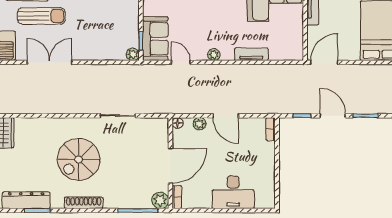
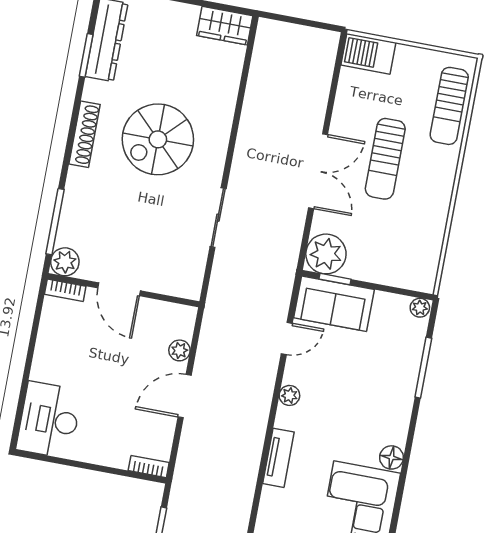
sun lounger: (41, 16) -> (385, 159), moved
plant: (133, 54) -> (326, 254), width x1.88, depth x1.88
double door: (49, 62) -> (318, 171), moved
floor lamp: (178, 123) -> (188, 315), removed
spiral stairs: (79, 159) -> (158, 139), turned -90
door: (170, 166) -> (119, 289), width x0.73
desk: (233, 192) -> (49, 420), moved

